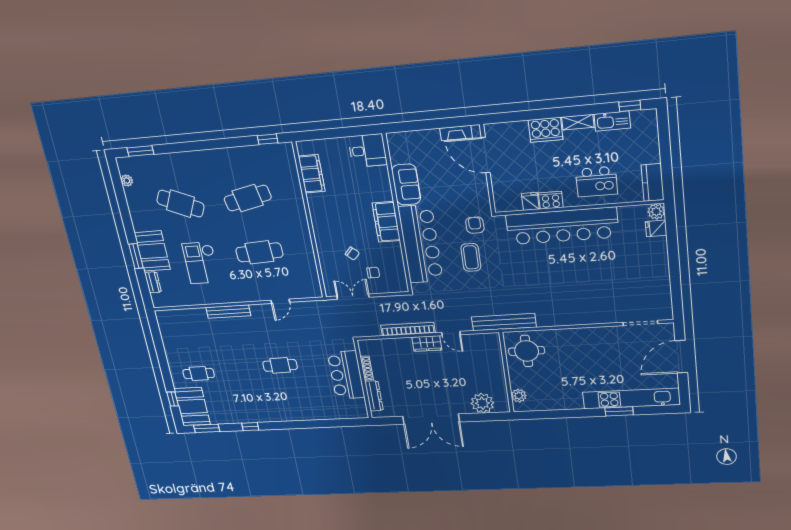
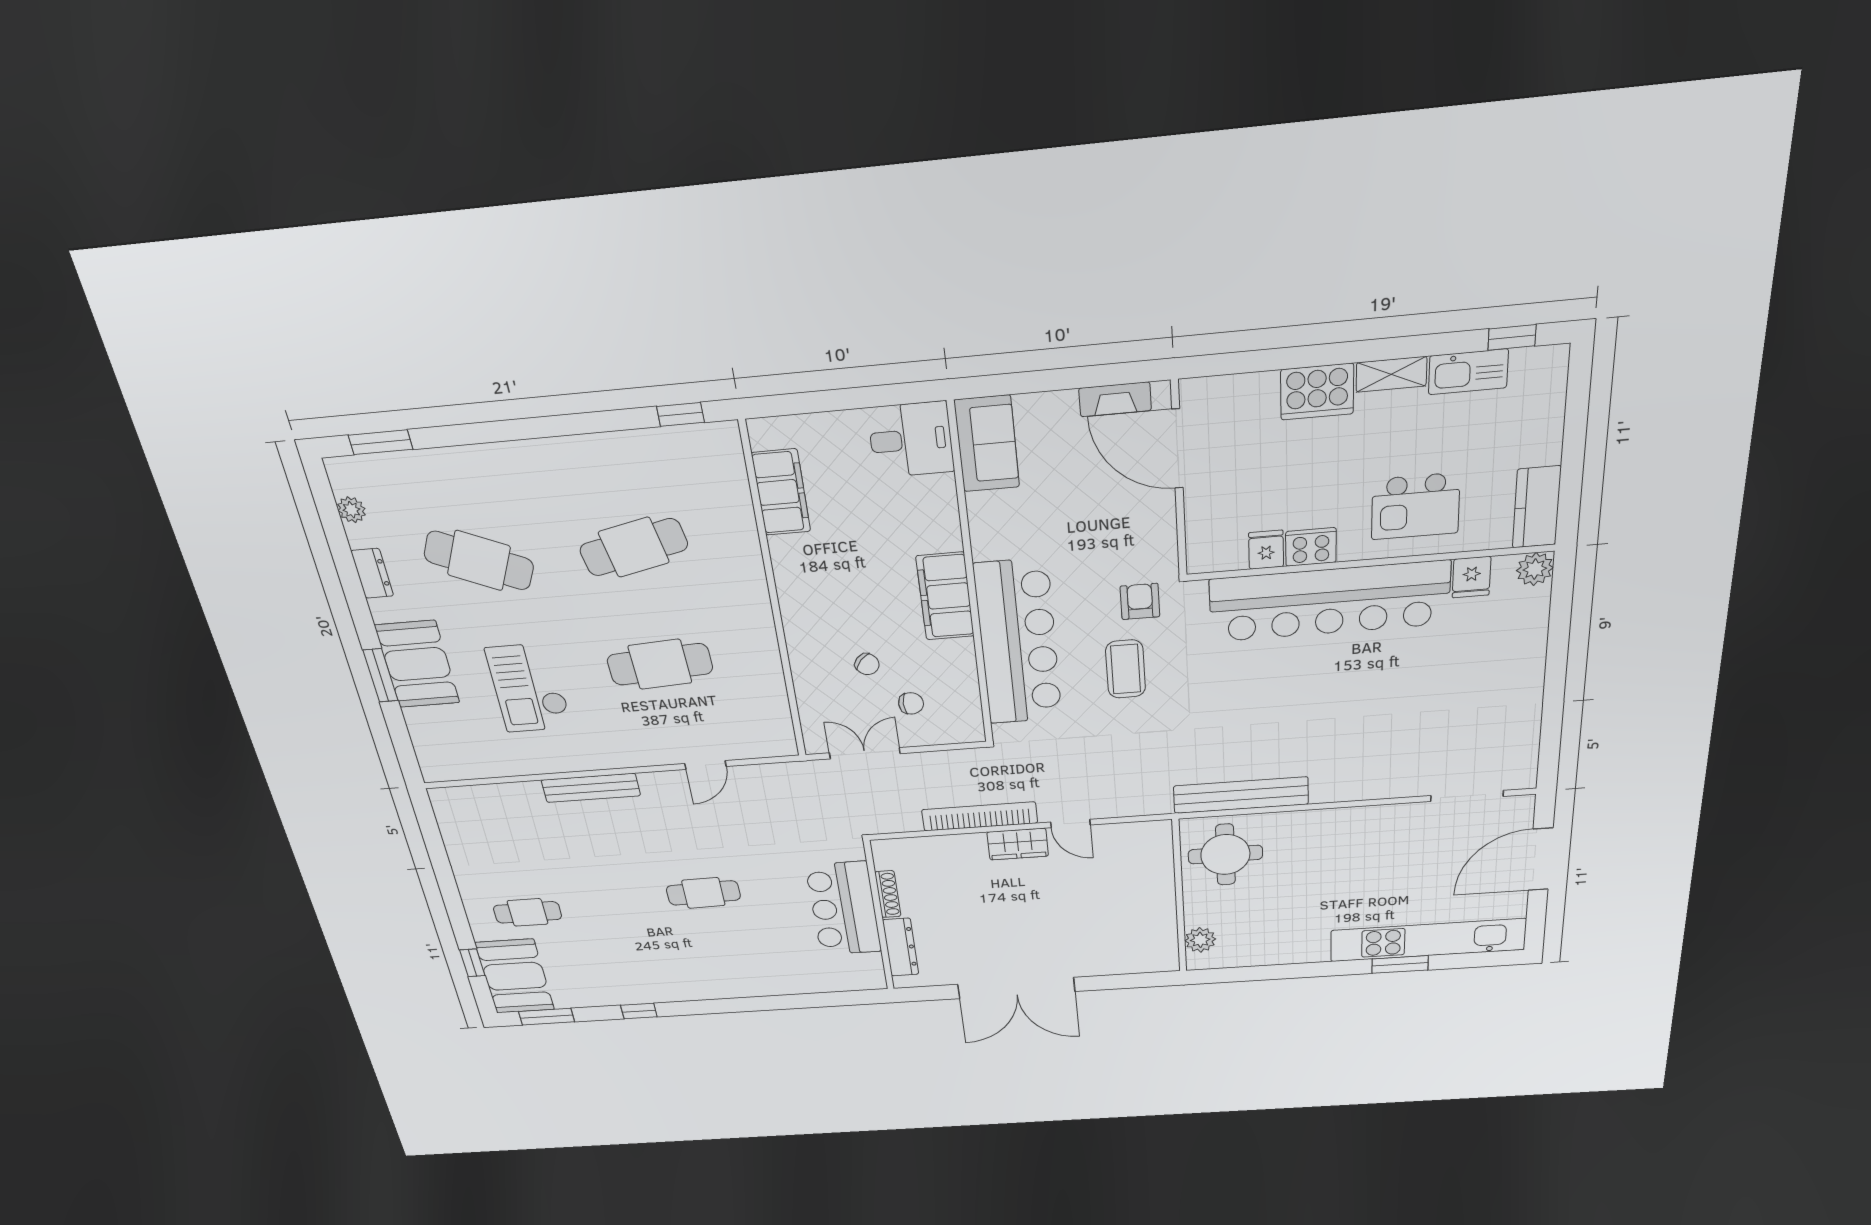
sofa: (406, 184) -> (987, 444), moved
fridge: (656, 228) -> (1472, 577), moved, turned -90
dresser: (153, 282) -> (372, 573), moved
bench: (504, 322) -> (1241, 795), moved
plant: (482, 403) -> (1124, 956), removed

